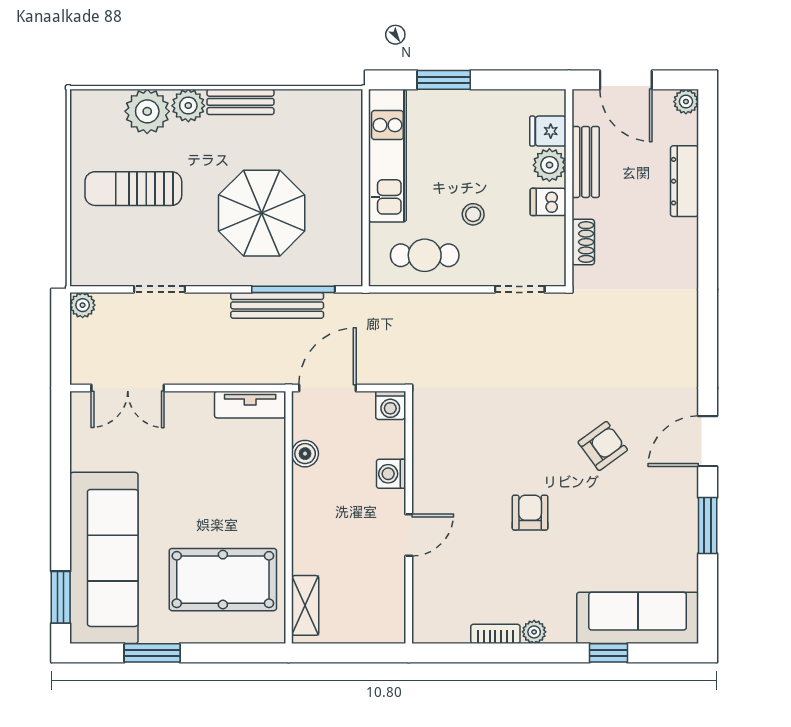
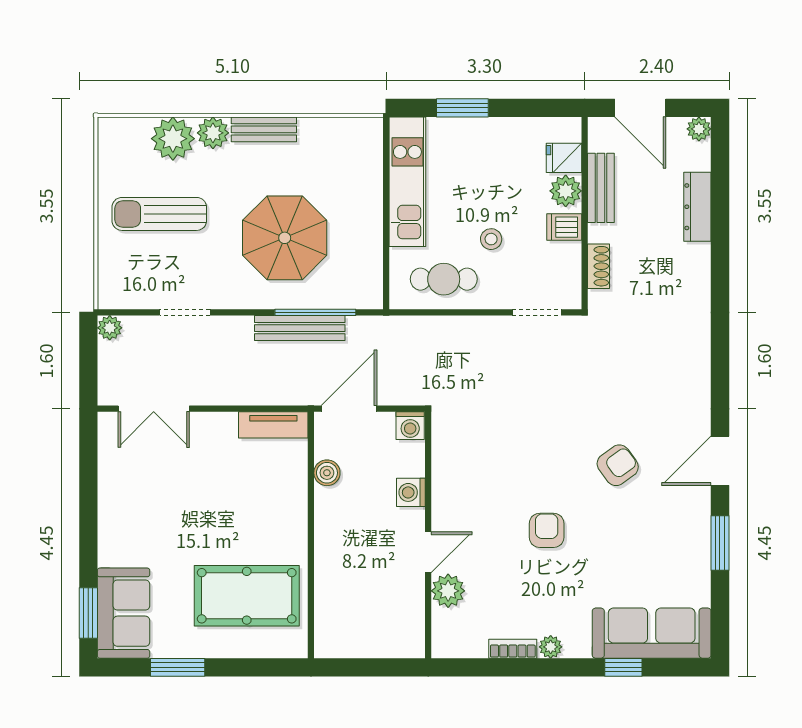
sofa: (104, 558) -> (124, 613), width x0.54, depth x0.79
plant: (429, 574) -> (448, 591), added
shelving: (305, 605) -> (327, 621), removed

